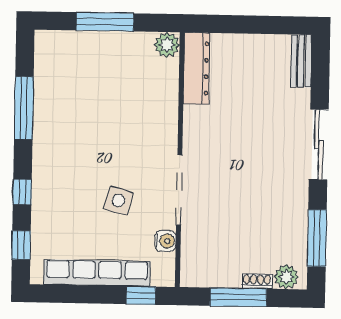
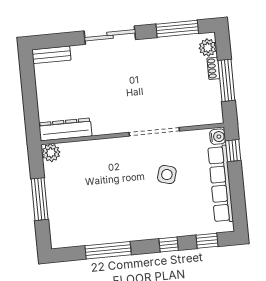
water cooler: (166, 241) -> (218, 137), moved, turned 90

